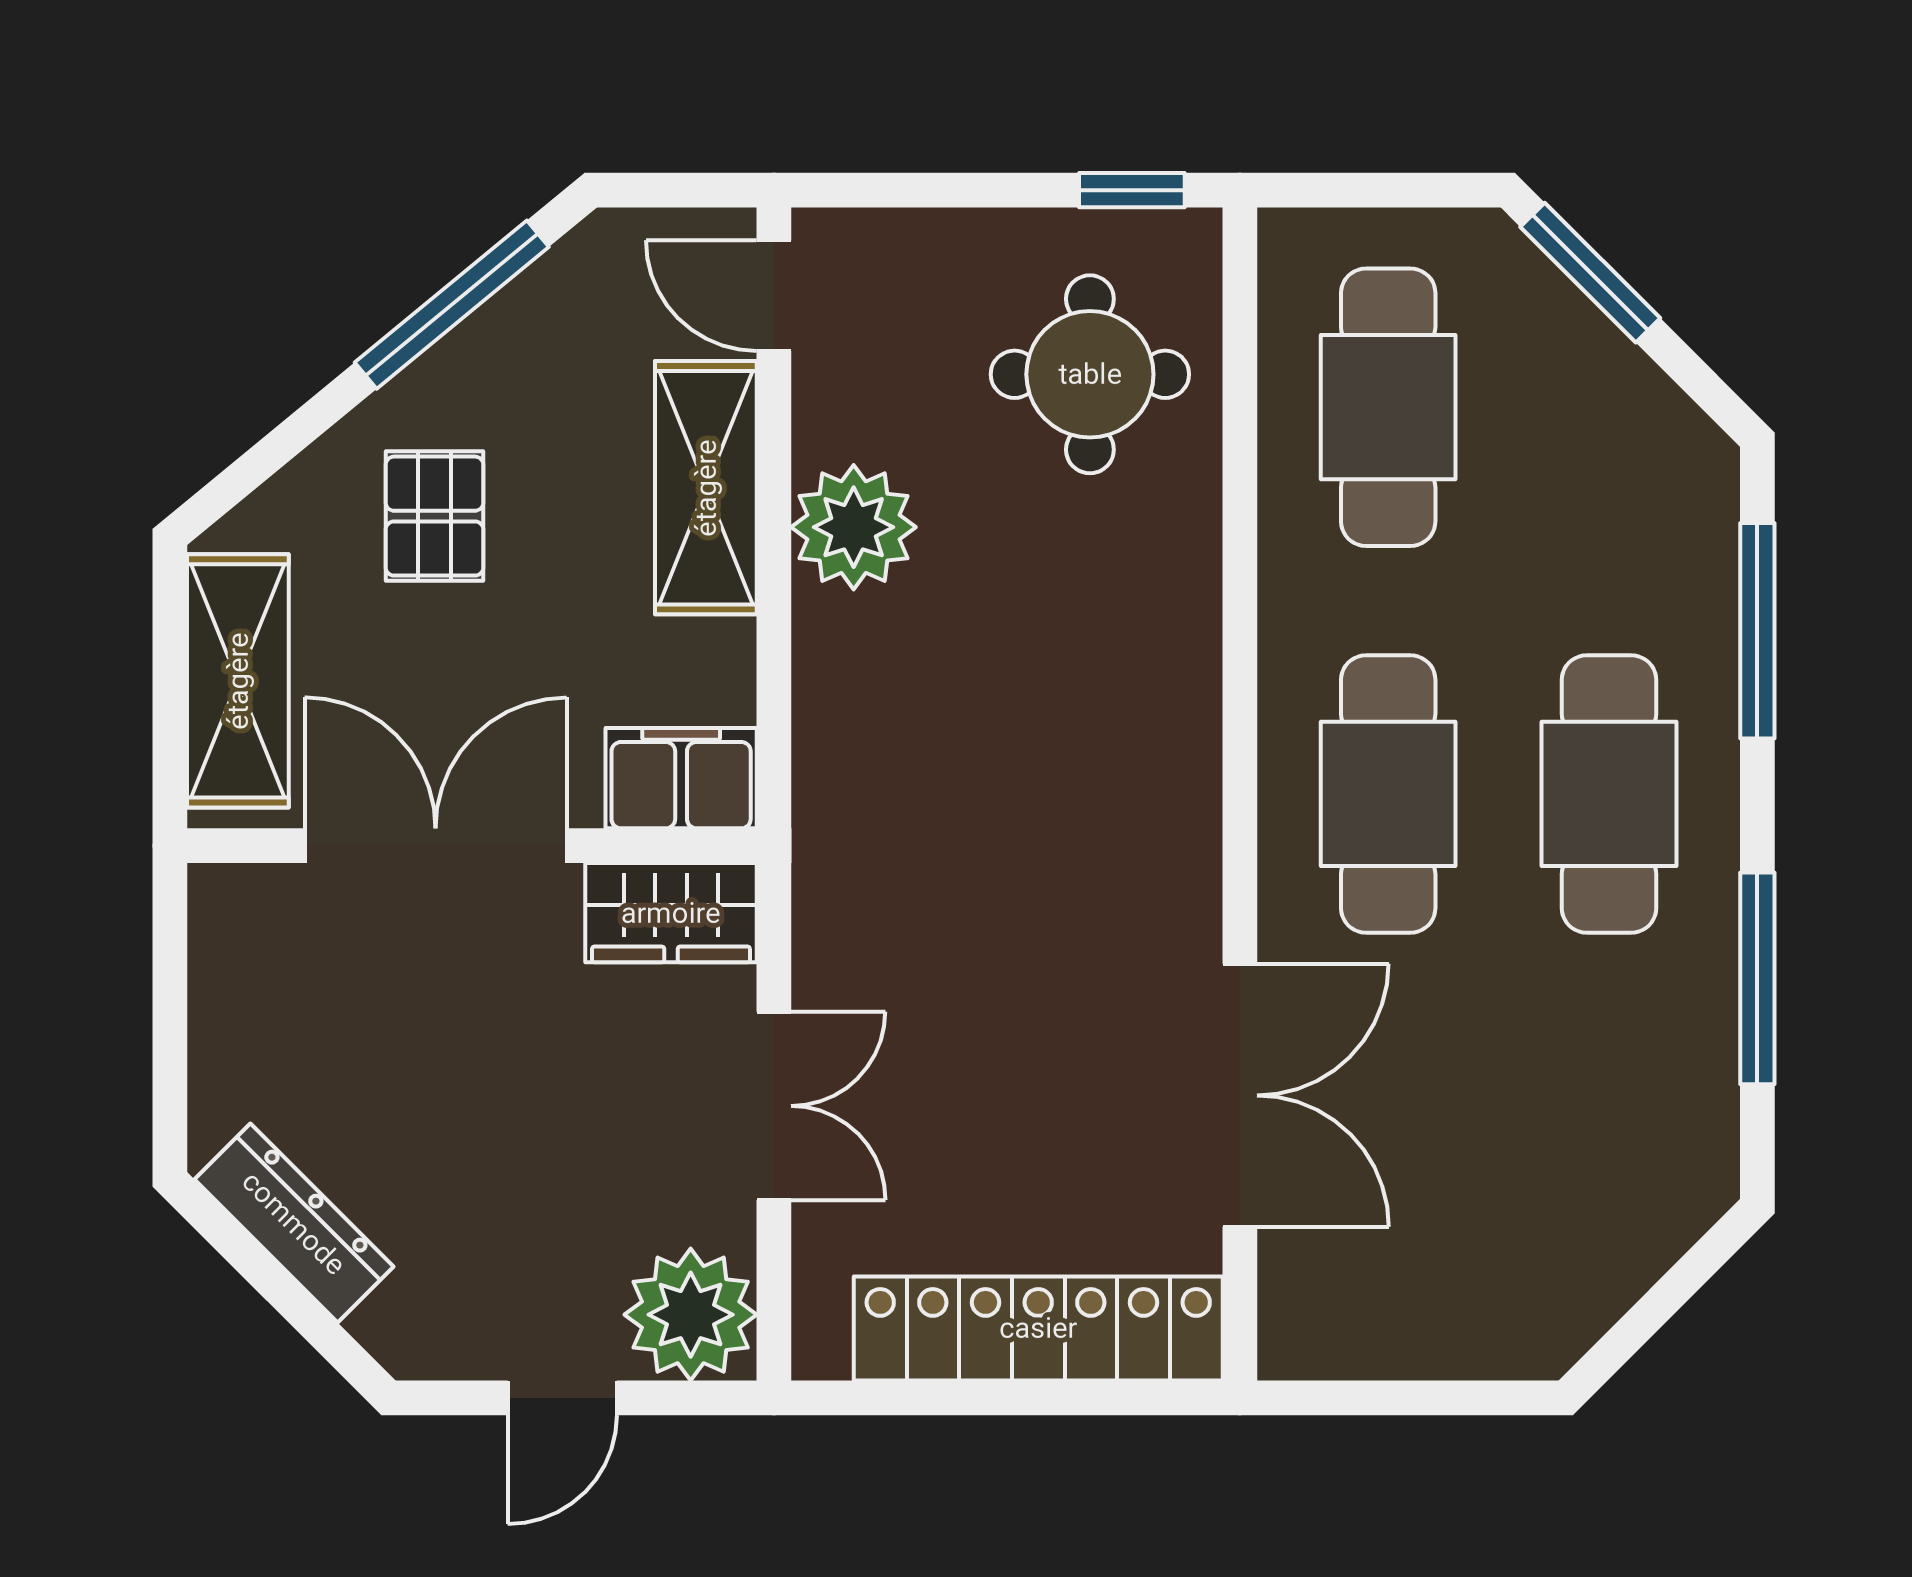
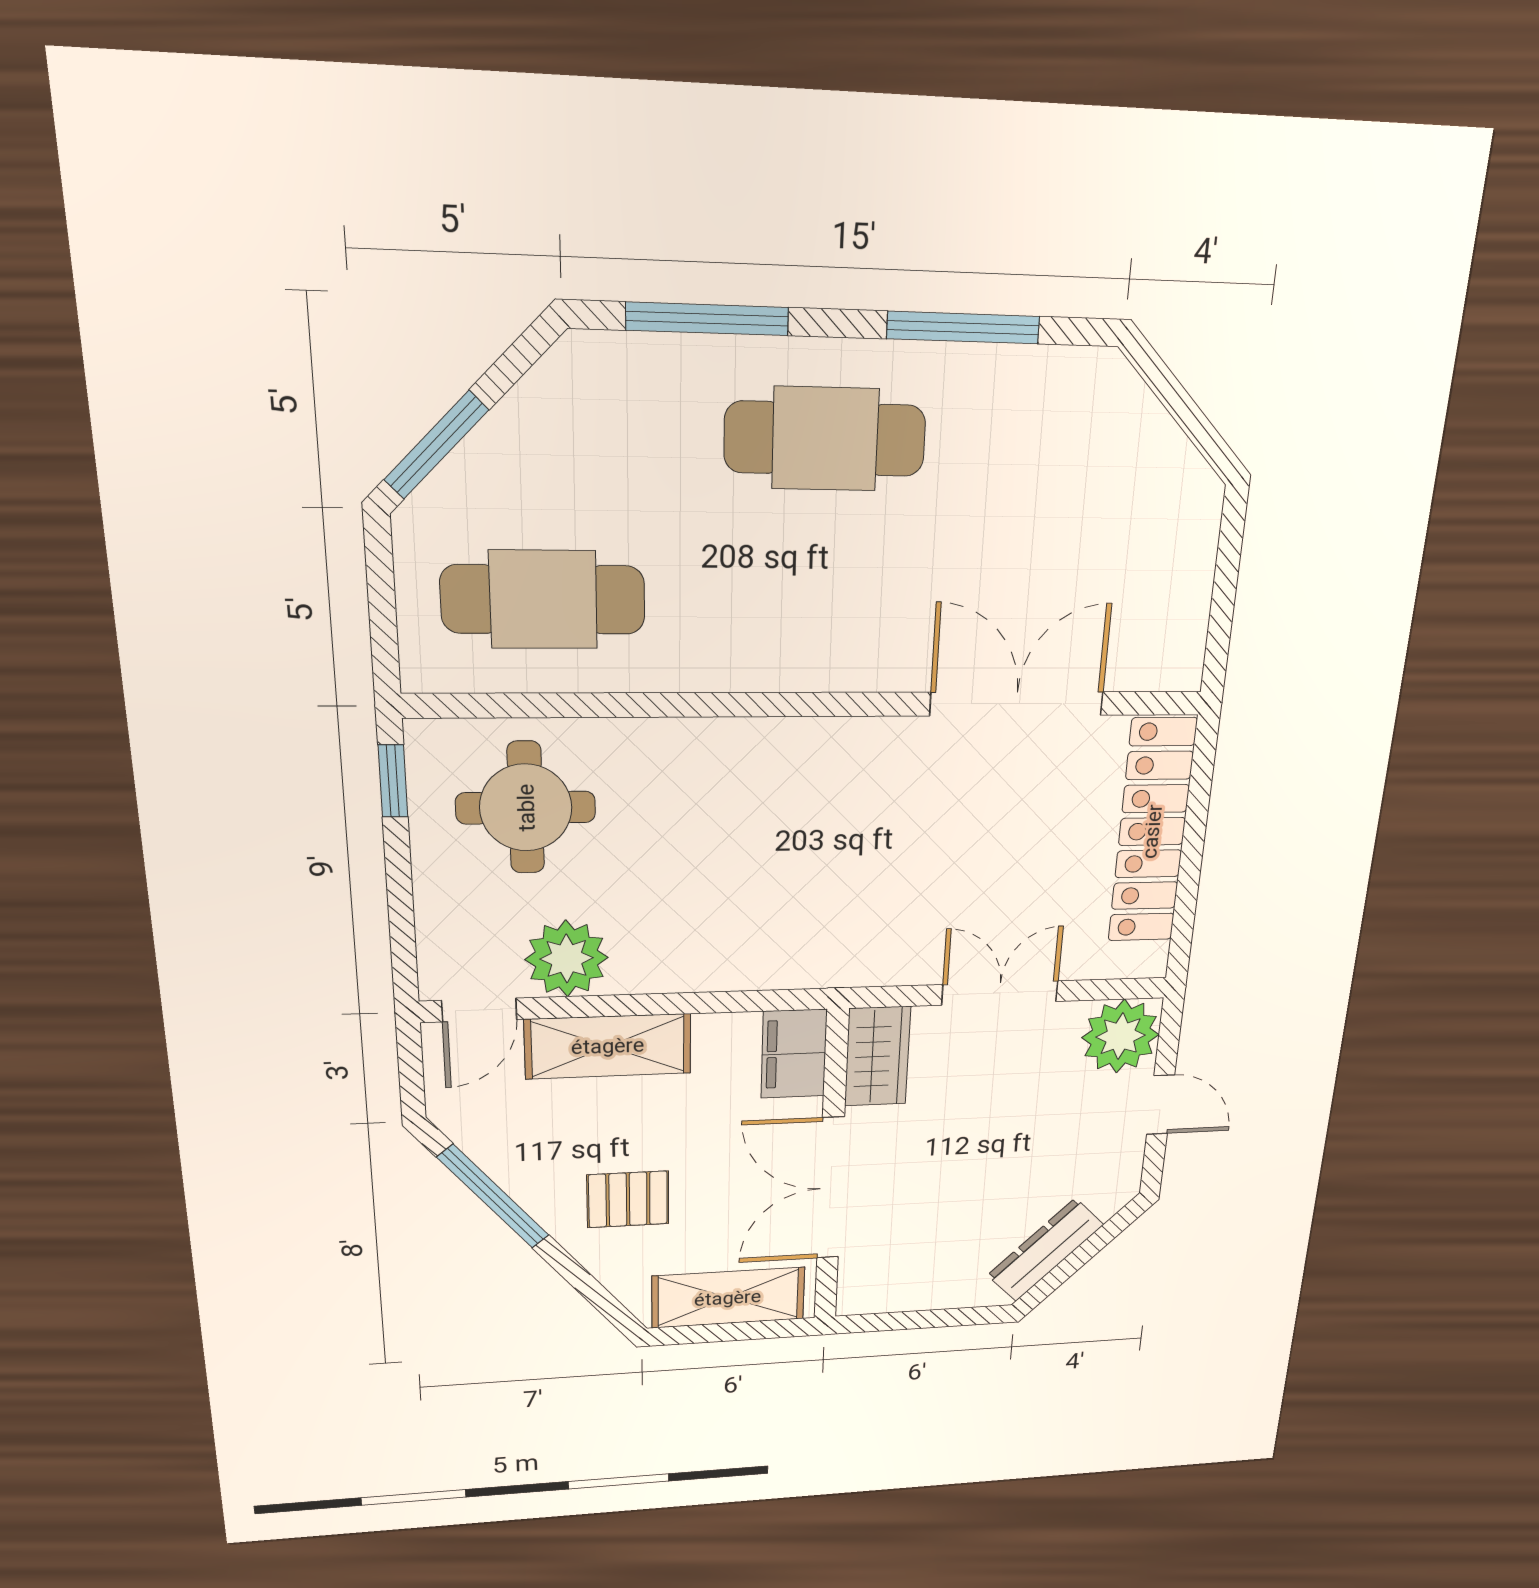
plant: (854, 527) -> (567, 958), moved
cafe table: (1388, 794) -> (820, 601), removed

